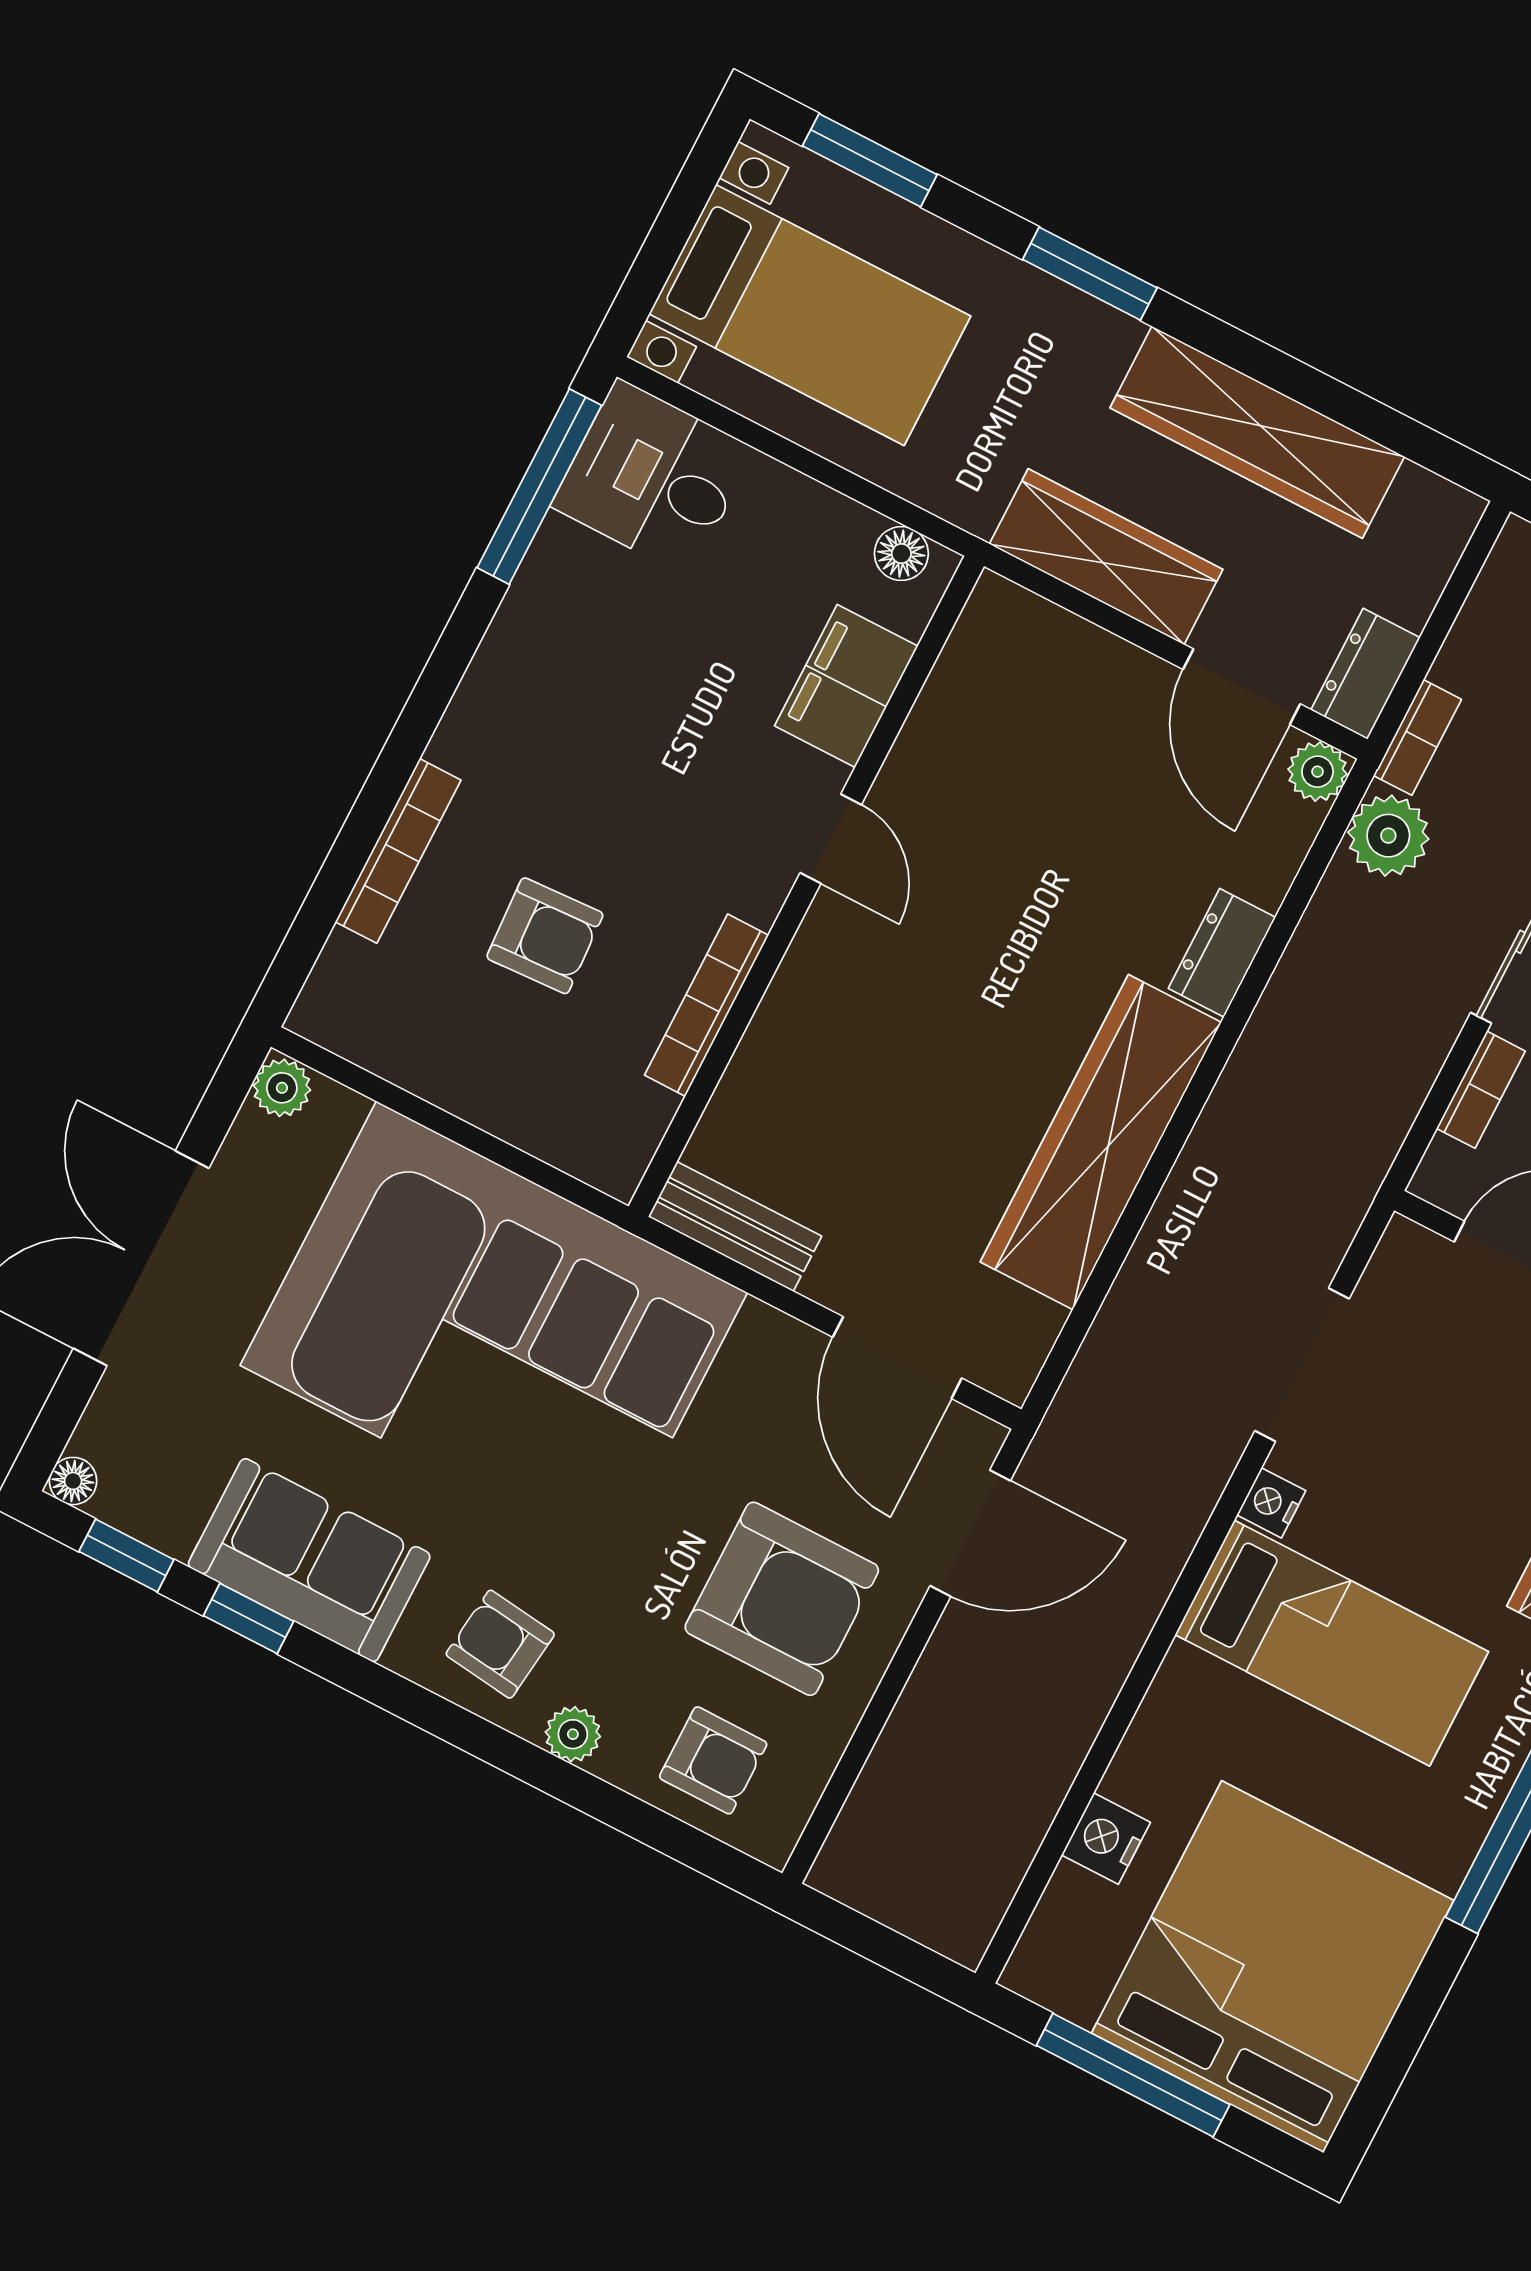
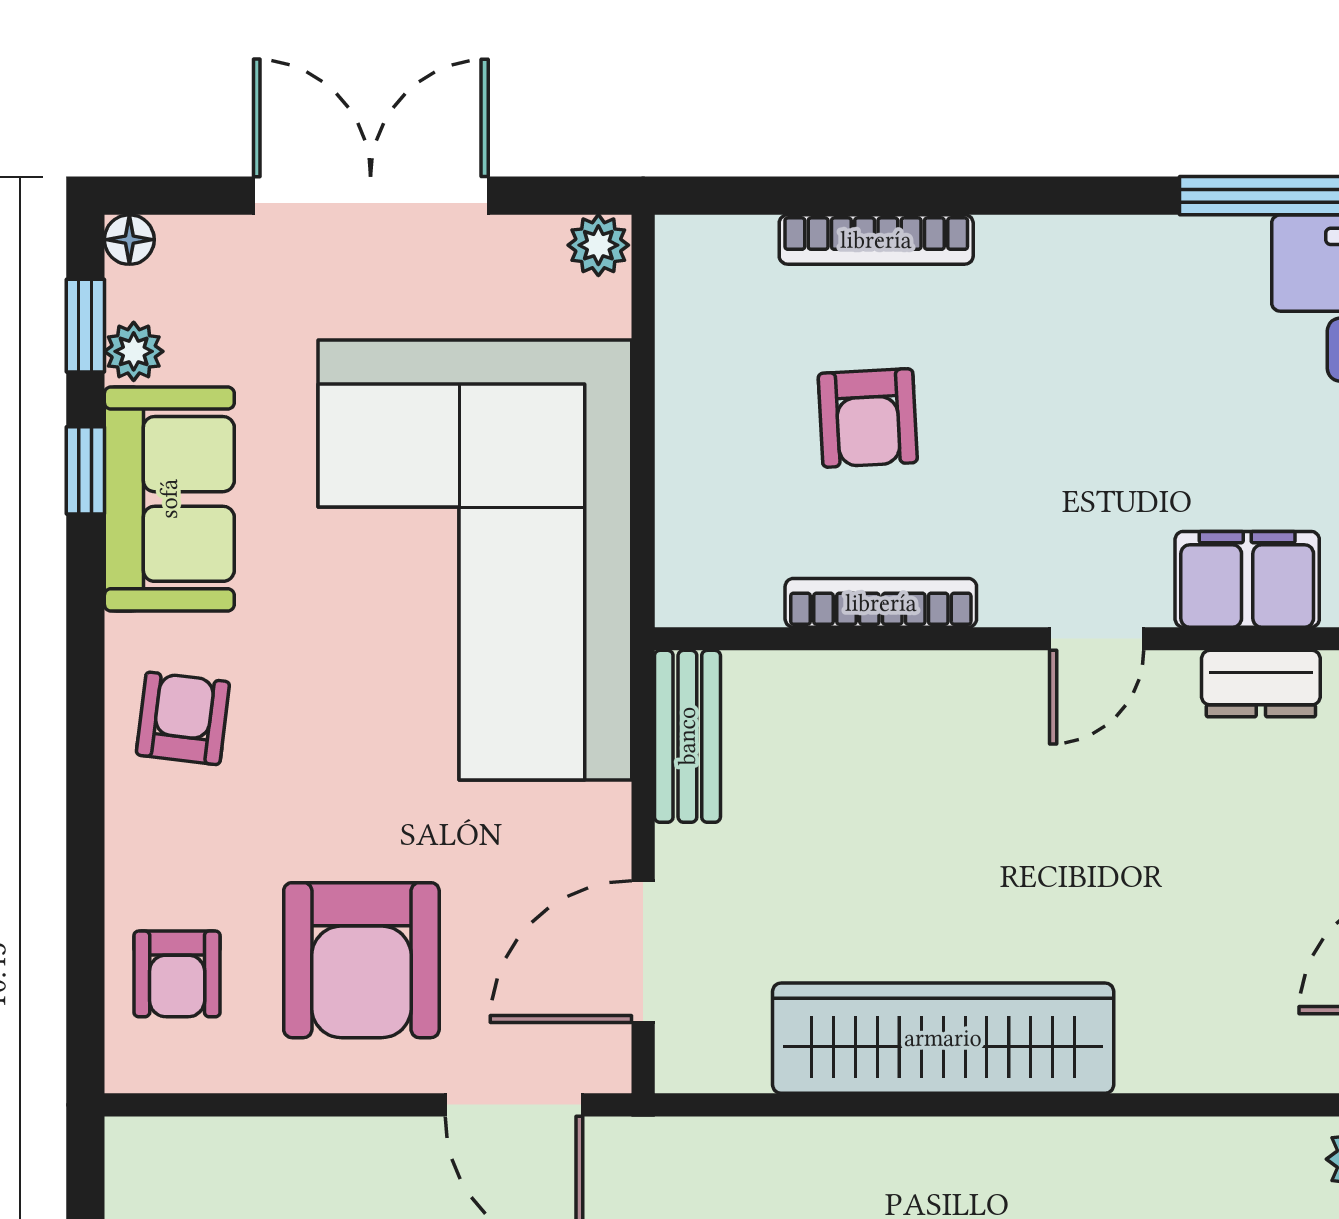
dresser: (1222, 953) -> (1261, 684), moved, turned 180
plant: (573, 1734) -> (134, 351), moved

